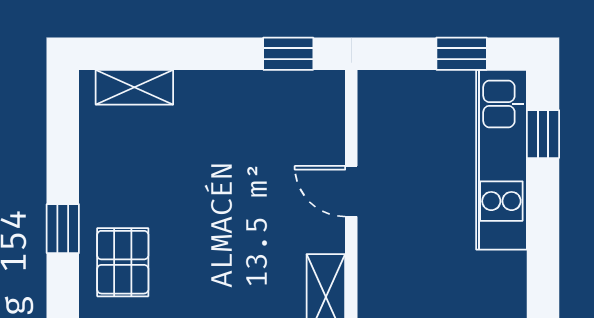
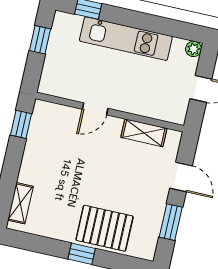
kitchen unit: (501, 160) -> (126, 39), moved
pallet: (123, 262) -> (105, 228), width x1.50, depth x1.42

